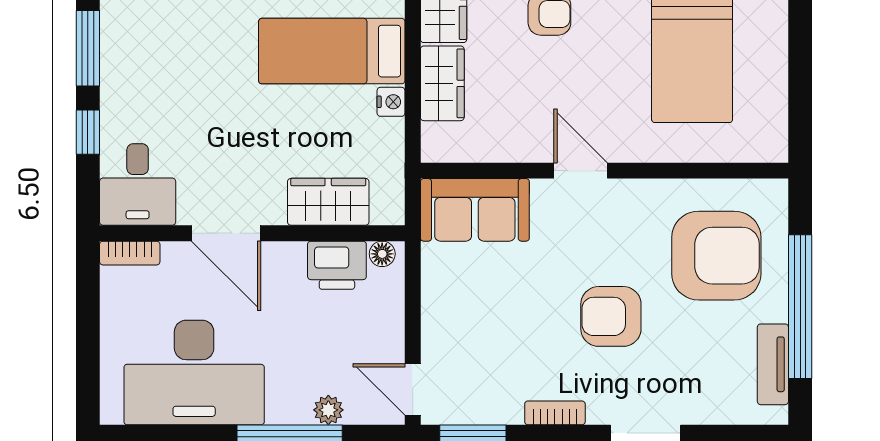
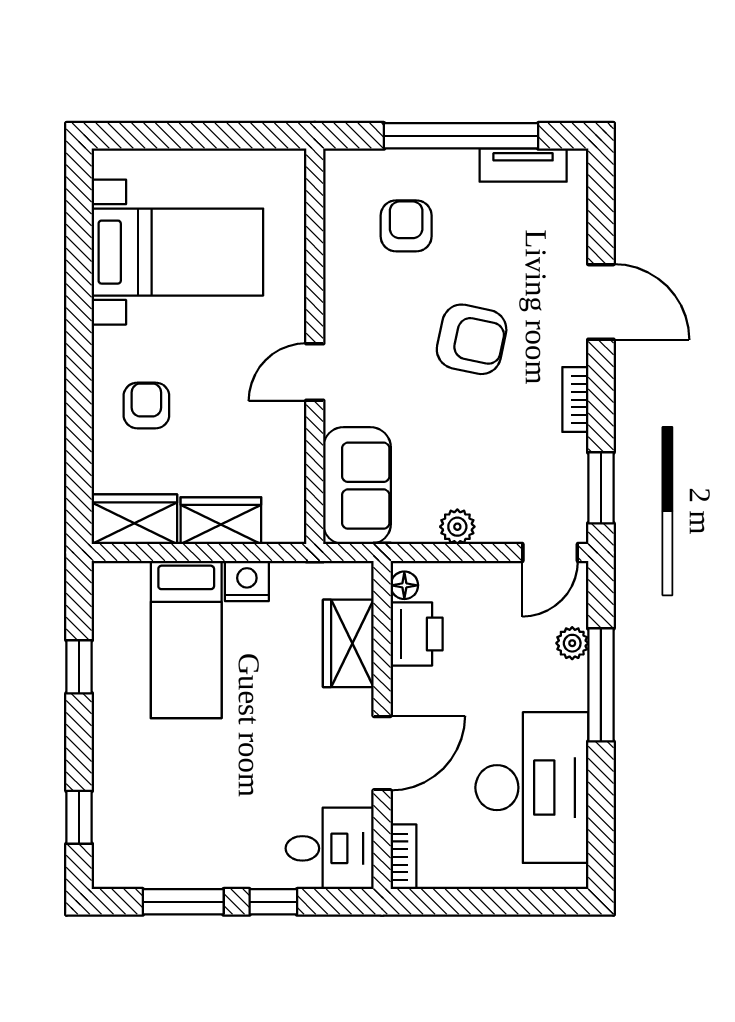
nightstand: (391, 102) -> (247, 581), width x1.39, depth x1.35
armchair: (716, 256) -> (406, 226), width x0.53, depth x0.53
plant: (437, 303) -> (457, 527), added
armchair: (611, 316) -> (472, 339), turned -78

